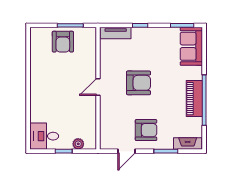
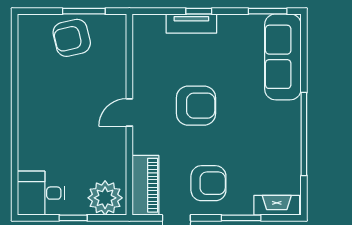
tv unit: (116, 33) -> (191, 24), moved
armchair: (63, 42) -> (72, 38), turned 77
sofa: (191, 46) -> (283, 57), width x1.36
piano: (194, 99) -> (145, 185), moved, turned 180
plant: (78, 144) -> (105, 198), width x1.88, depth x1.88

